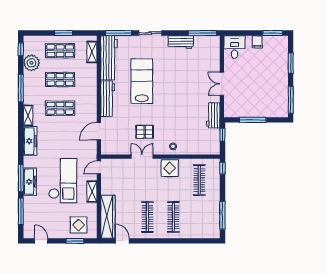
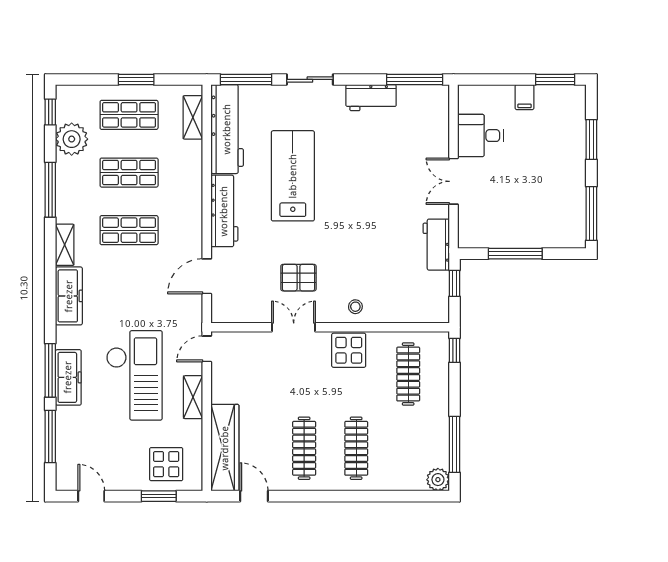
desk: (235, 47) -> (480, 136), moved, turned -90
plant: (214, 233) -> (438, 480), added

